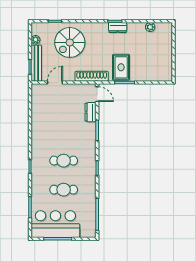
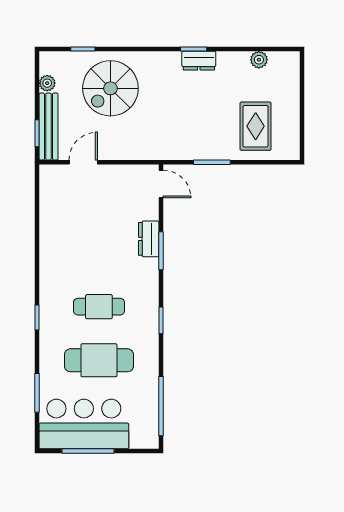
rug: (121, 67) -> (256, 126), moved
shoe rack: (92, 76) -> (151, 151), removed
dresser: (90, 112) -> (149, 239), moved
cafe table: (64, 190) -> (99, 360), width x1.37, depth x1.35

